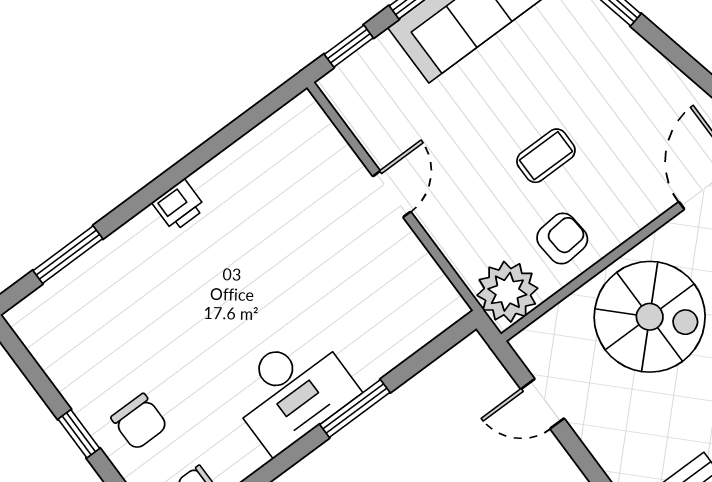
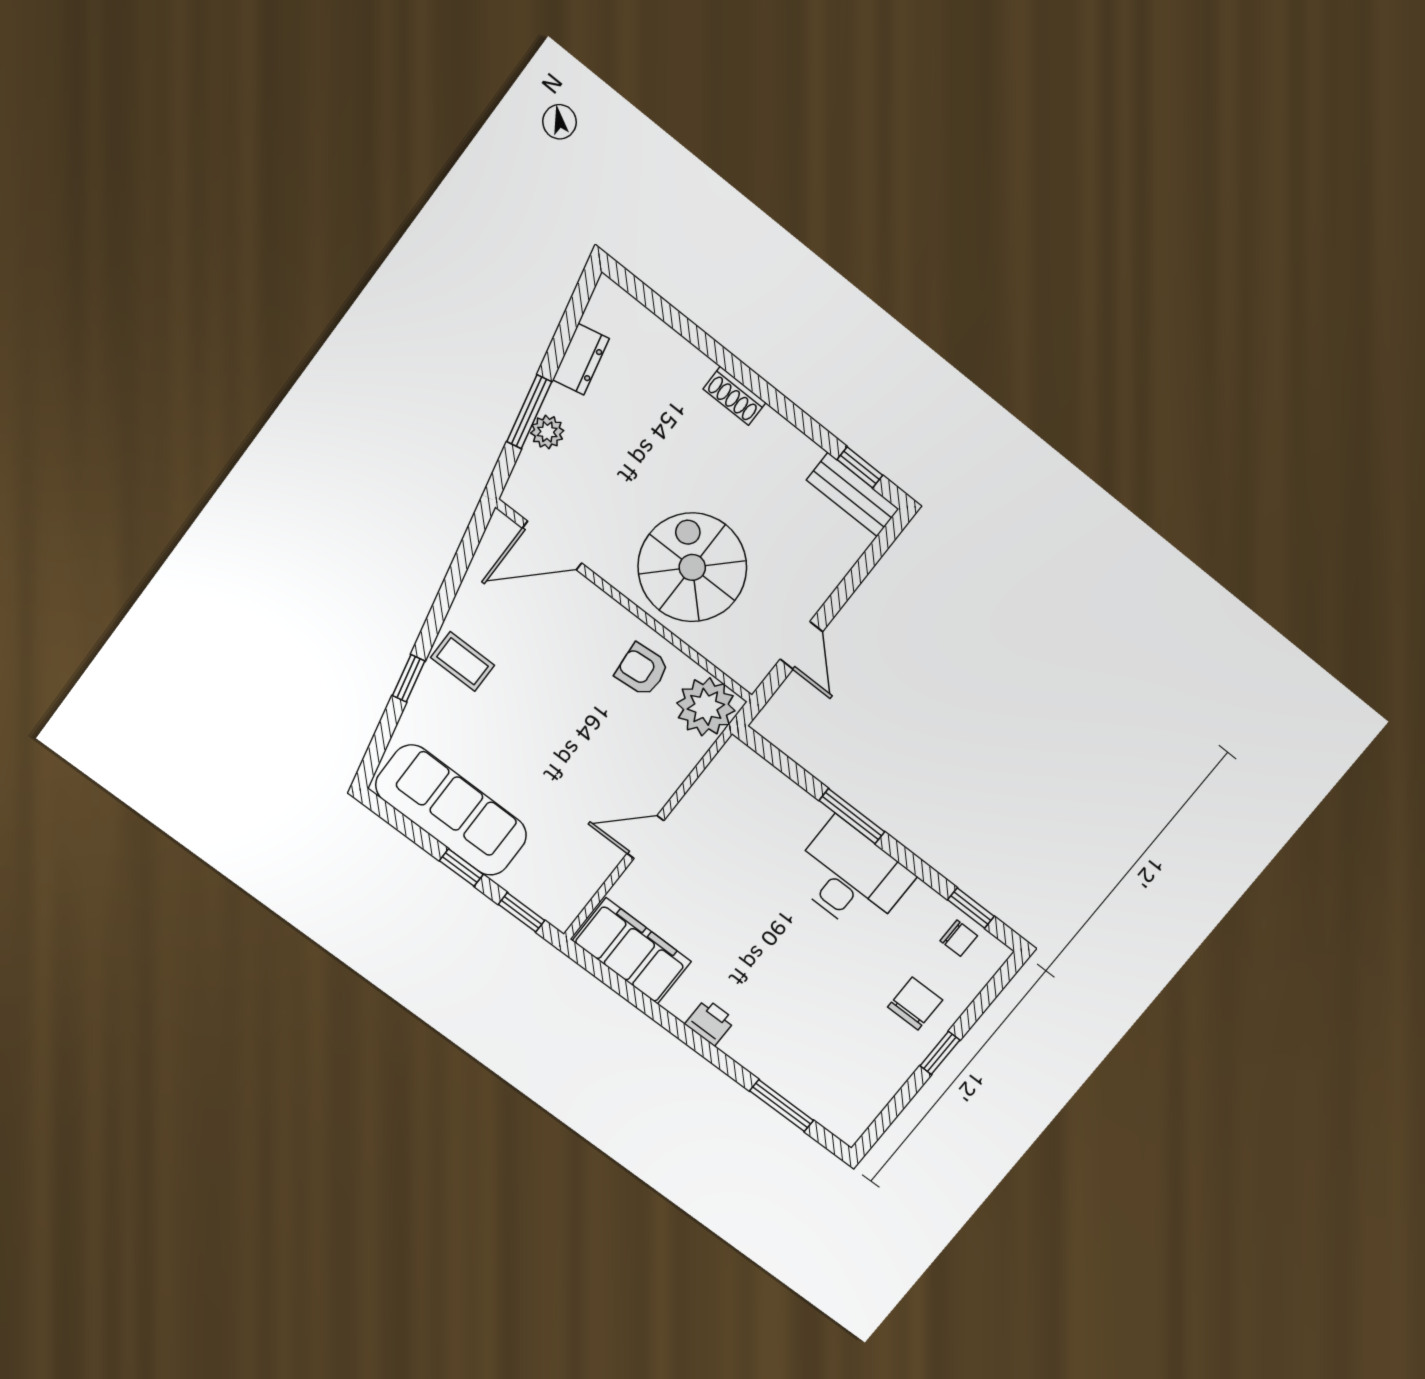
filing cabinet: (277, 146) -> (632, 951), added
coffee table: (546, 156) -> (463, 661), moved

